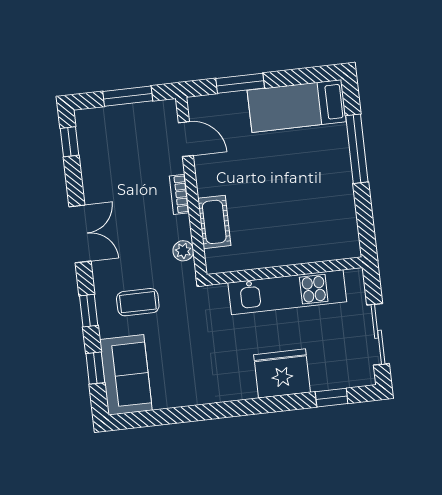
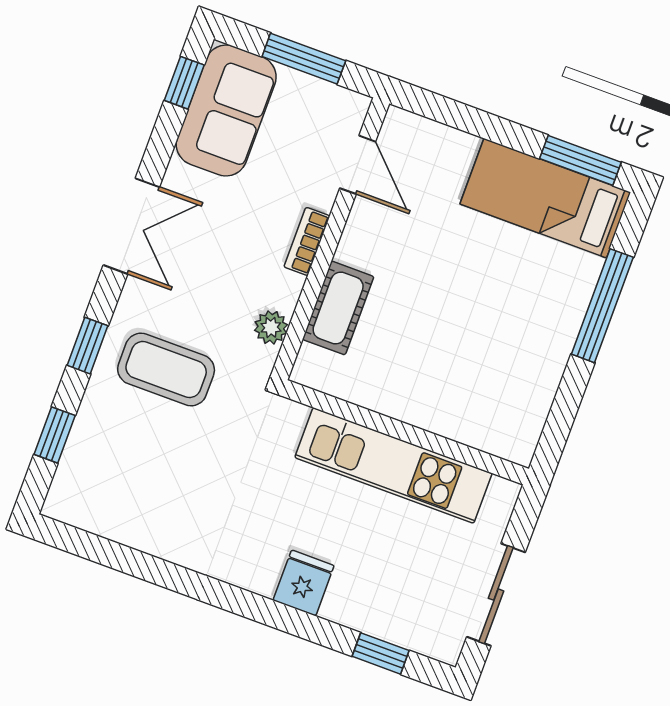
window: (240, 83) -> (580, 160), moved
coffee table: (138, 302) -> (166, 369), width x1.36, depth x1.30
fridge: (282, 373) -> (304, 583), width x0.53, depth x0.75
sofa: (126, 375) -> (226, 110), moved

